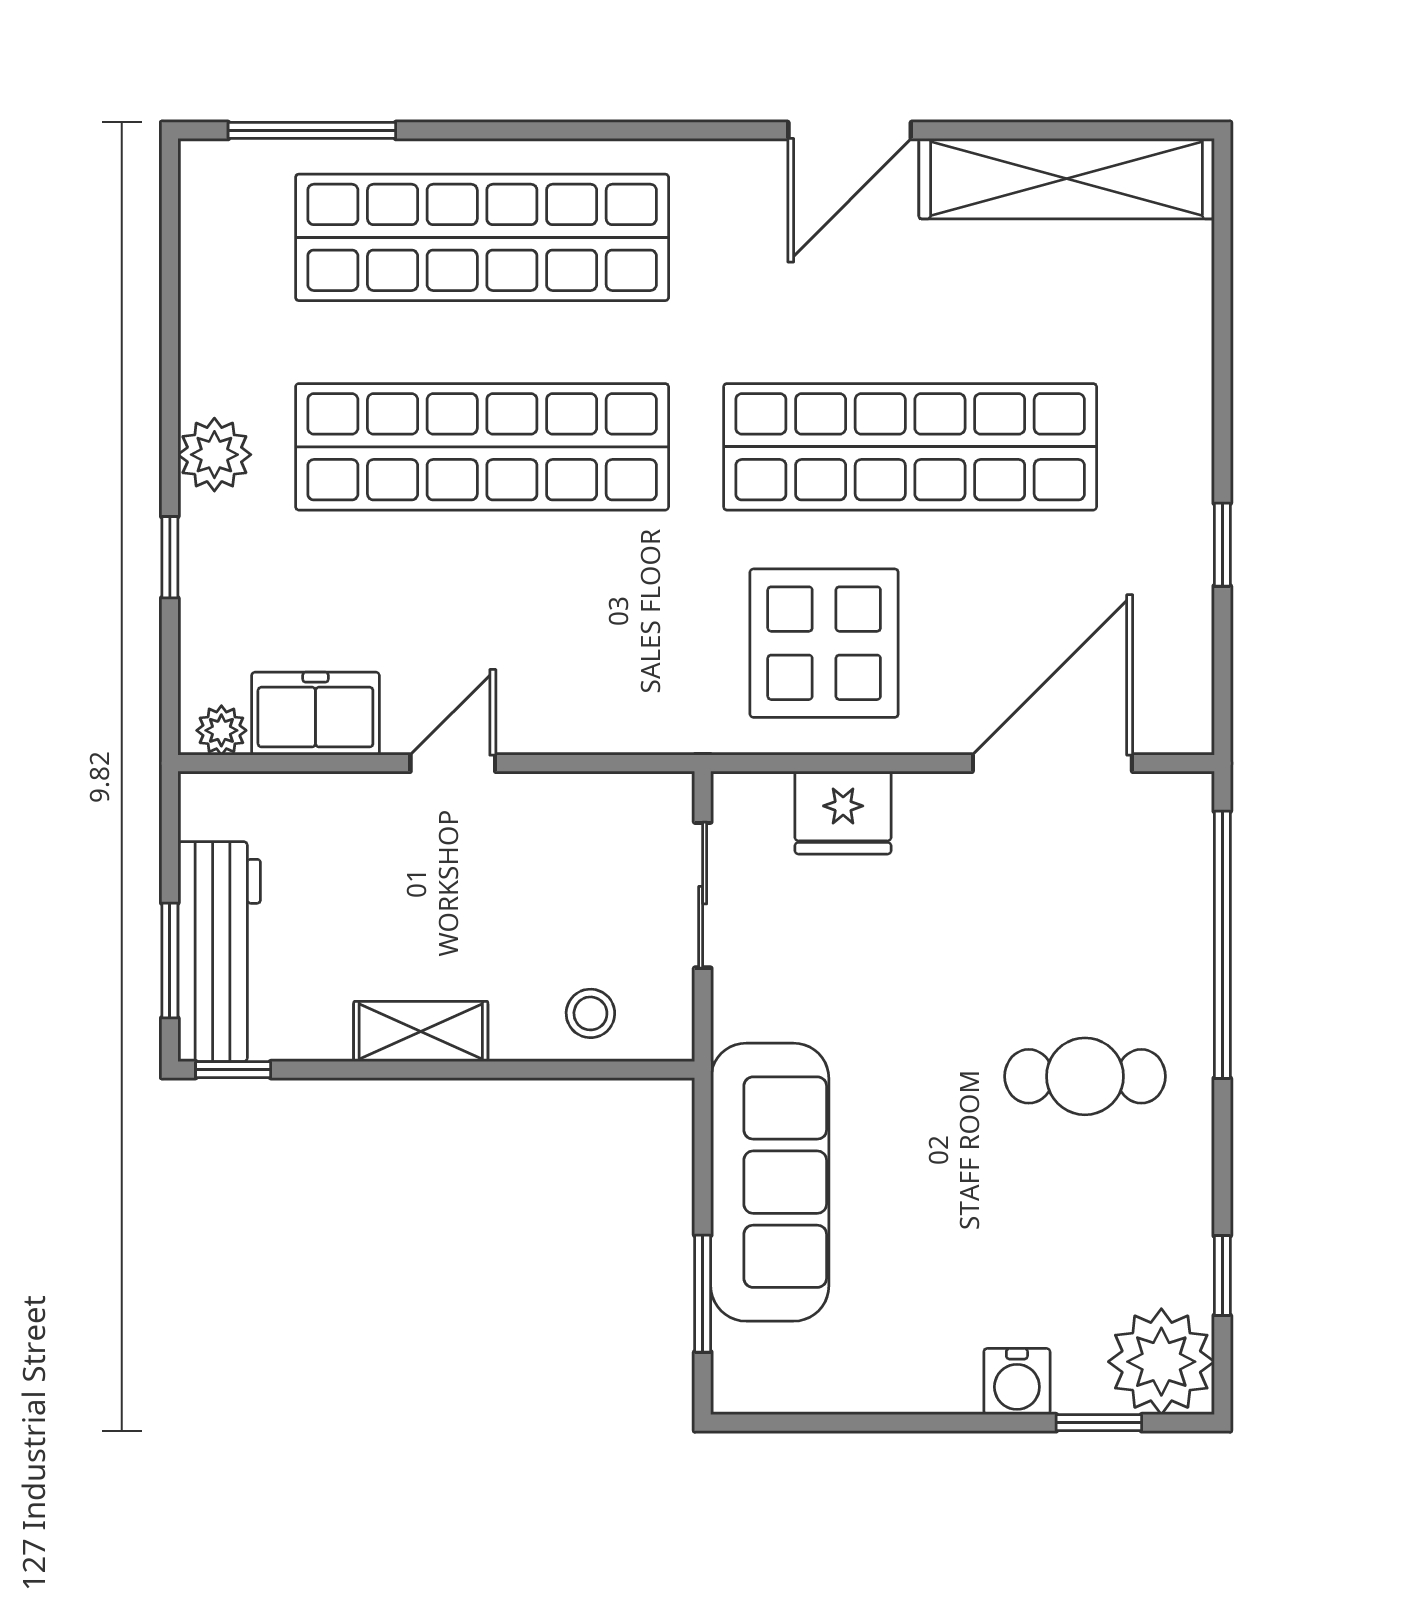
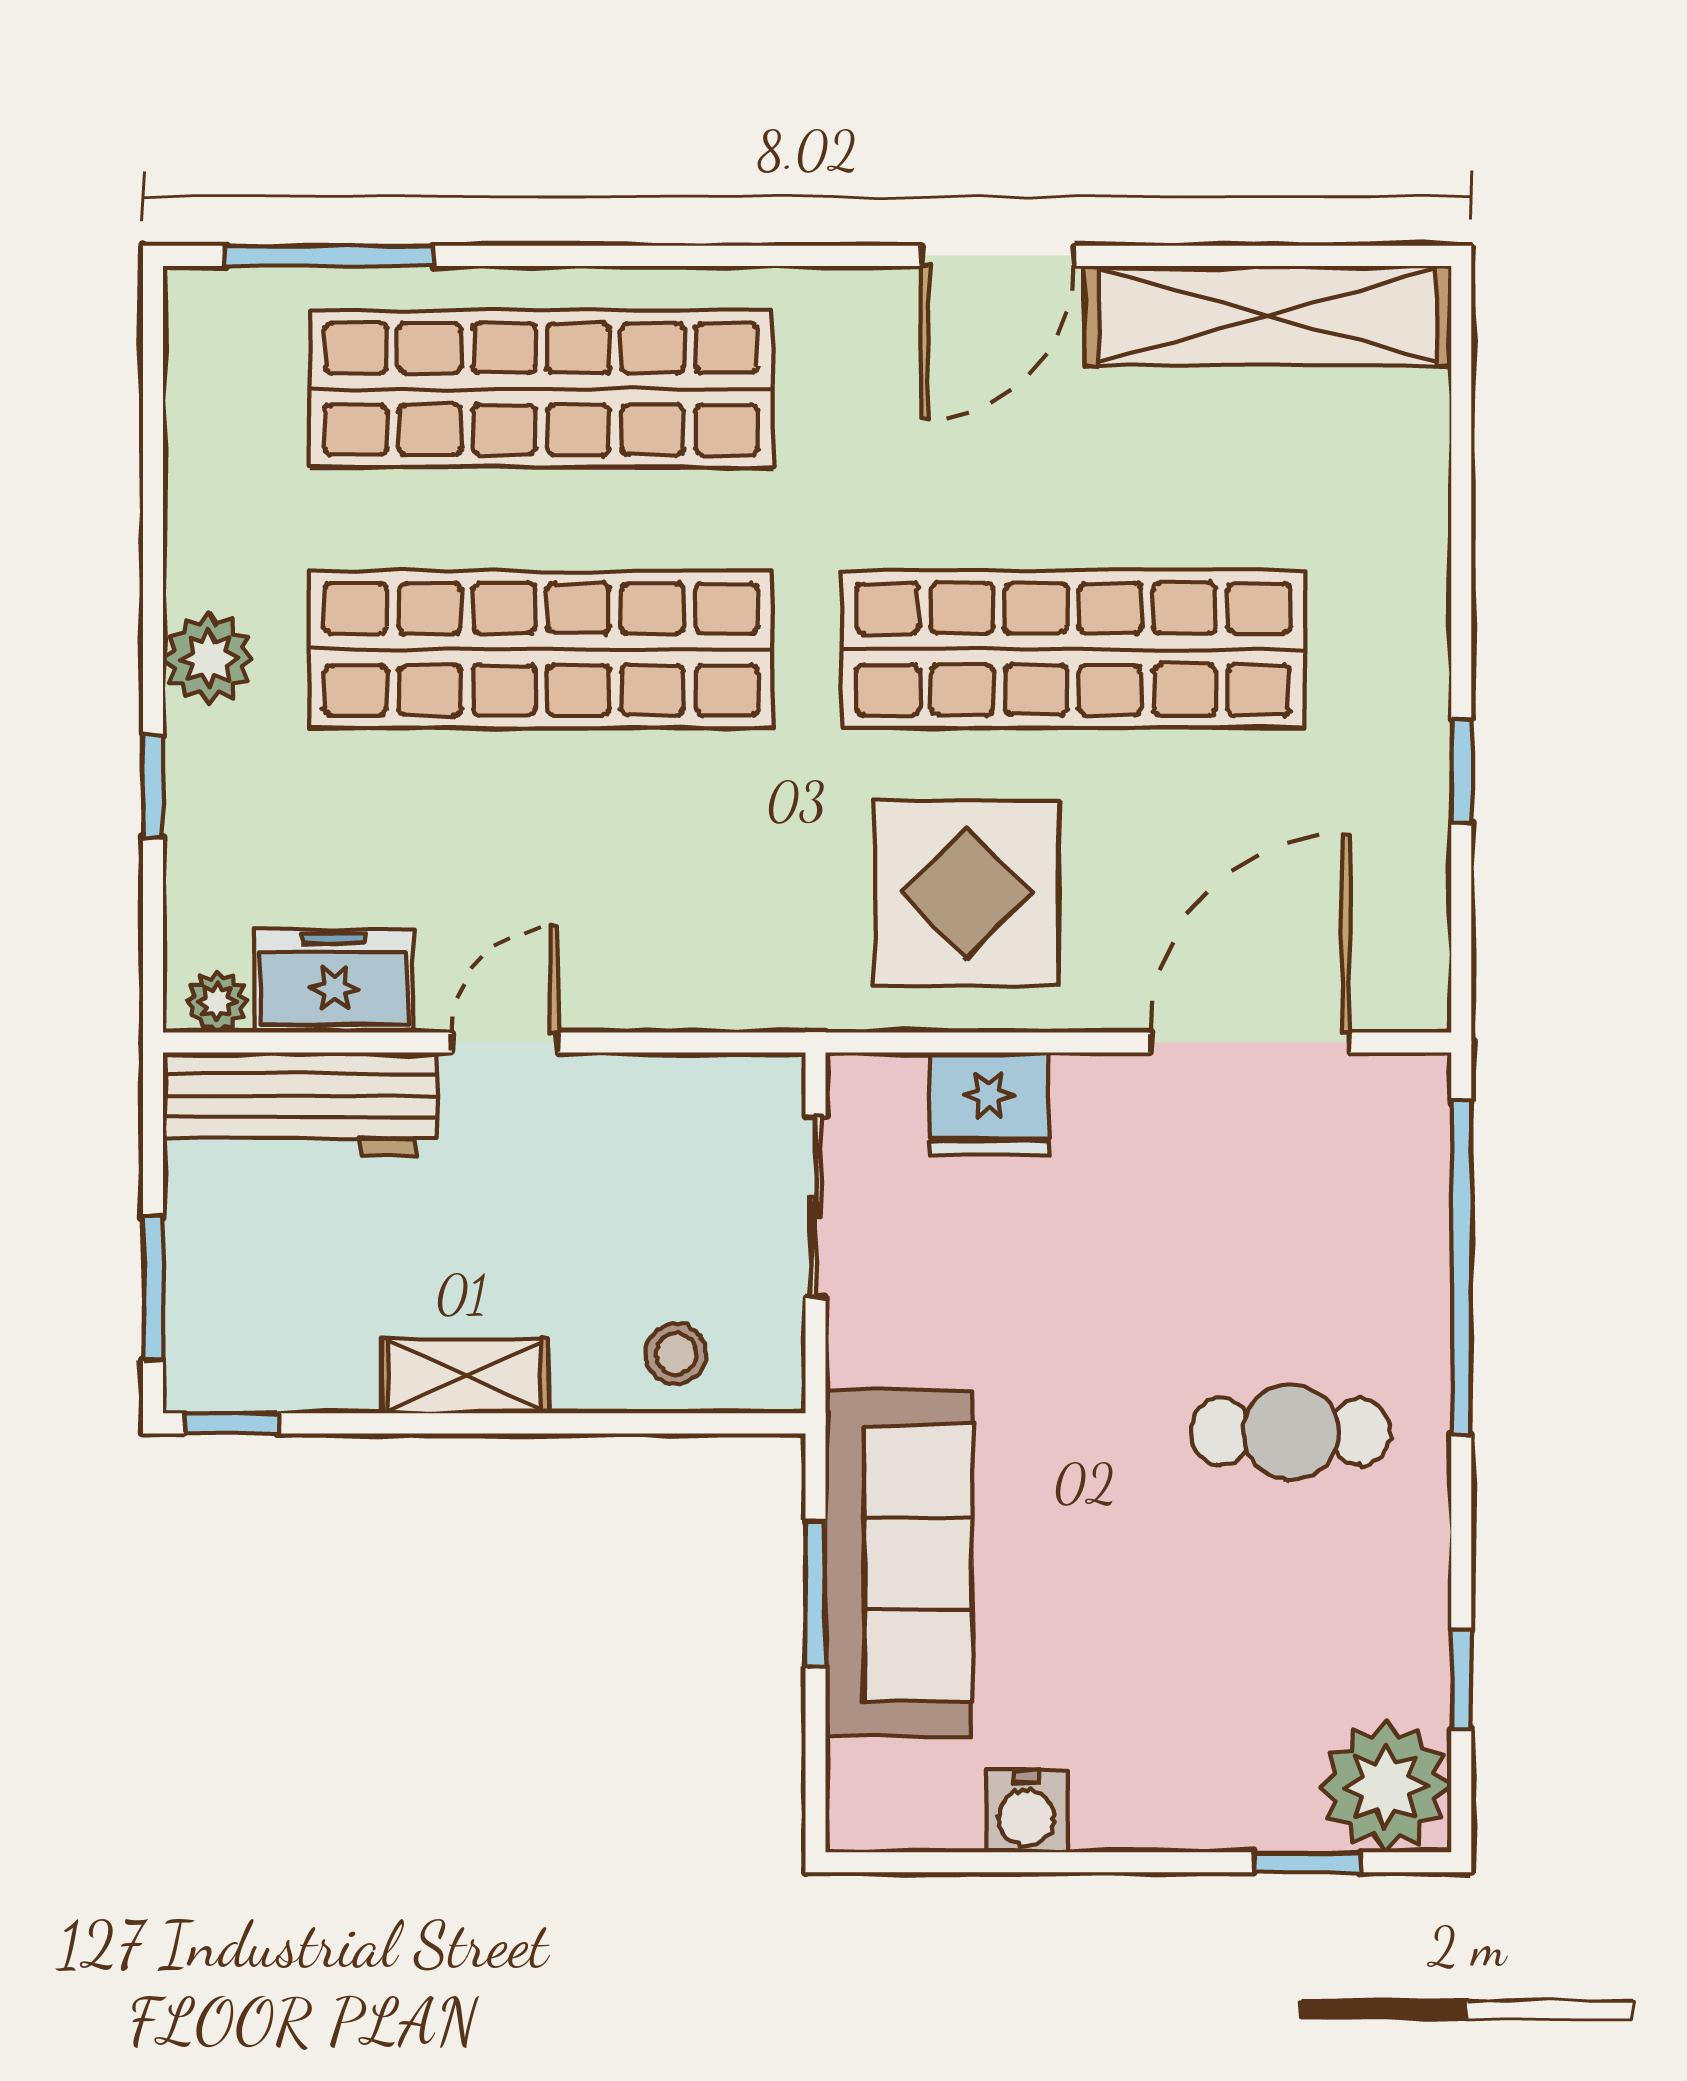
workbench: (219, 952) -> (300, 1104), moved, turned 90
window: (703, 1294) -> (815, 1593), moved
water cooler: (1017, 1382) -> (1027, 1811), moved

